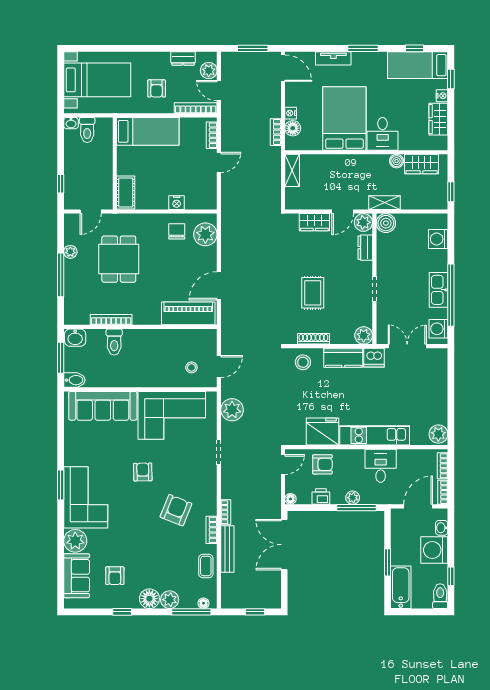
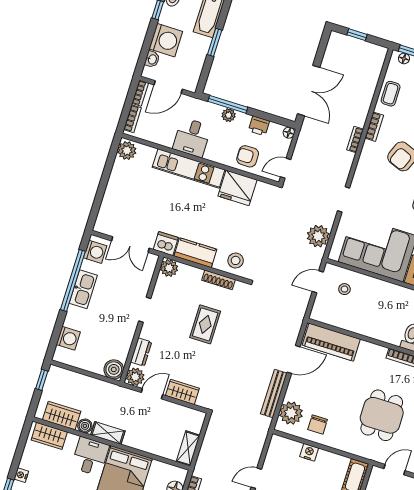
wardrobe: (438, 119) -> (49, 436), moved, turned 90
shelving: (385, 203) -> (108, 433), moved
bench: (227, 549) -> (274, 394), moved

